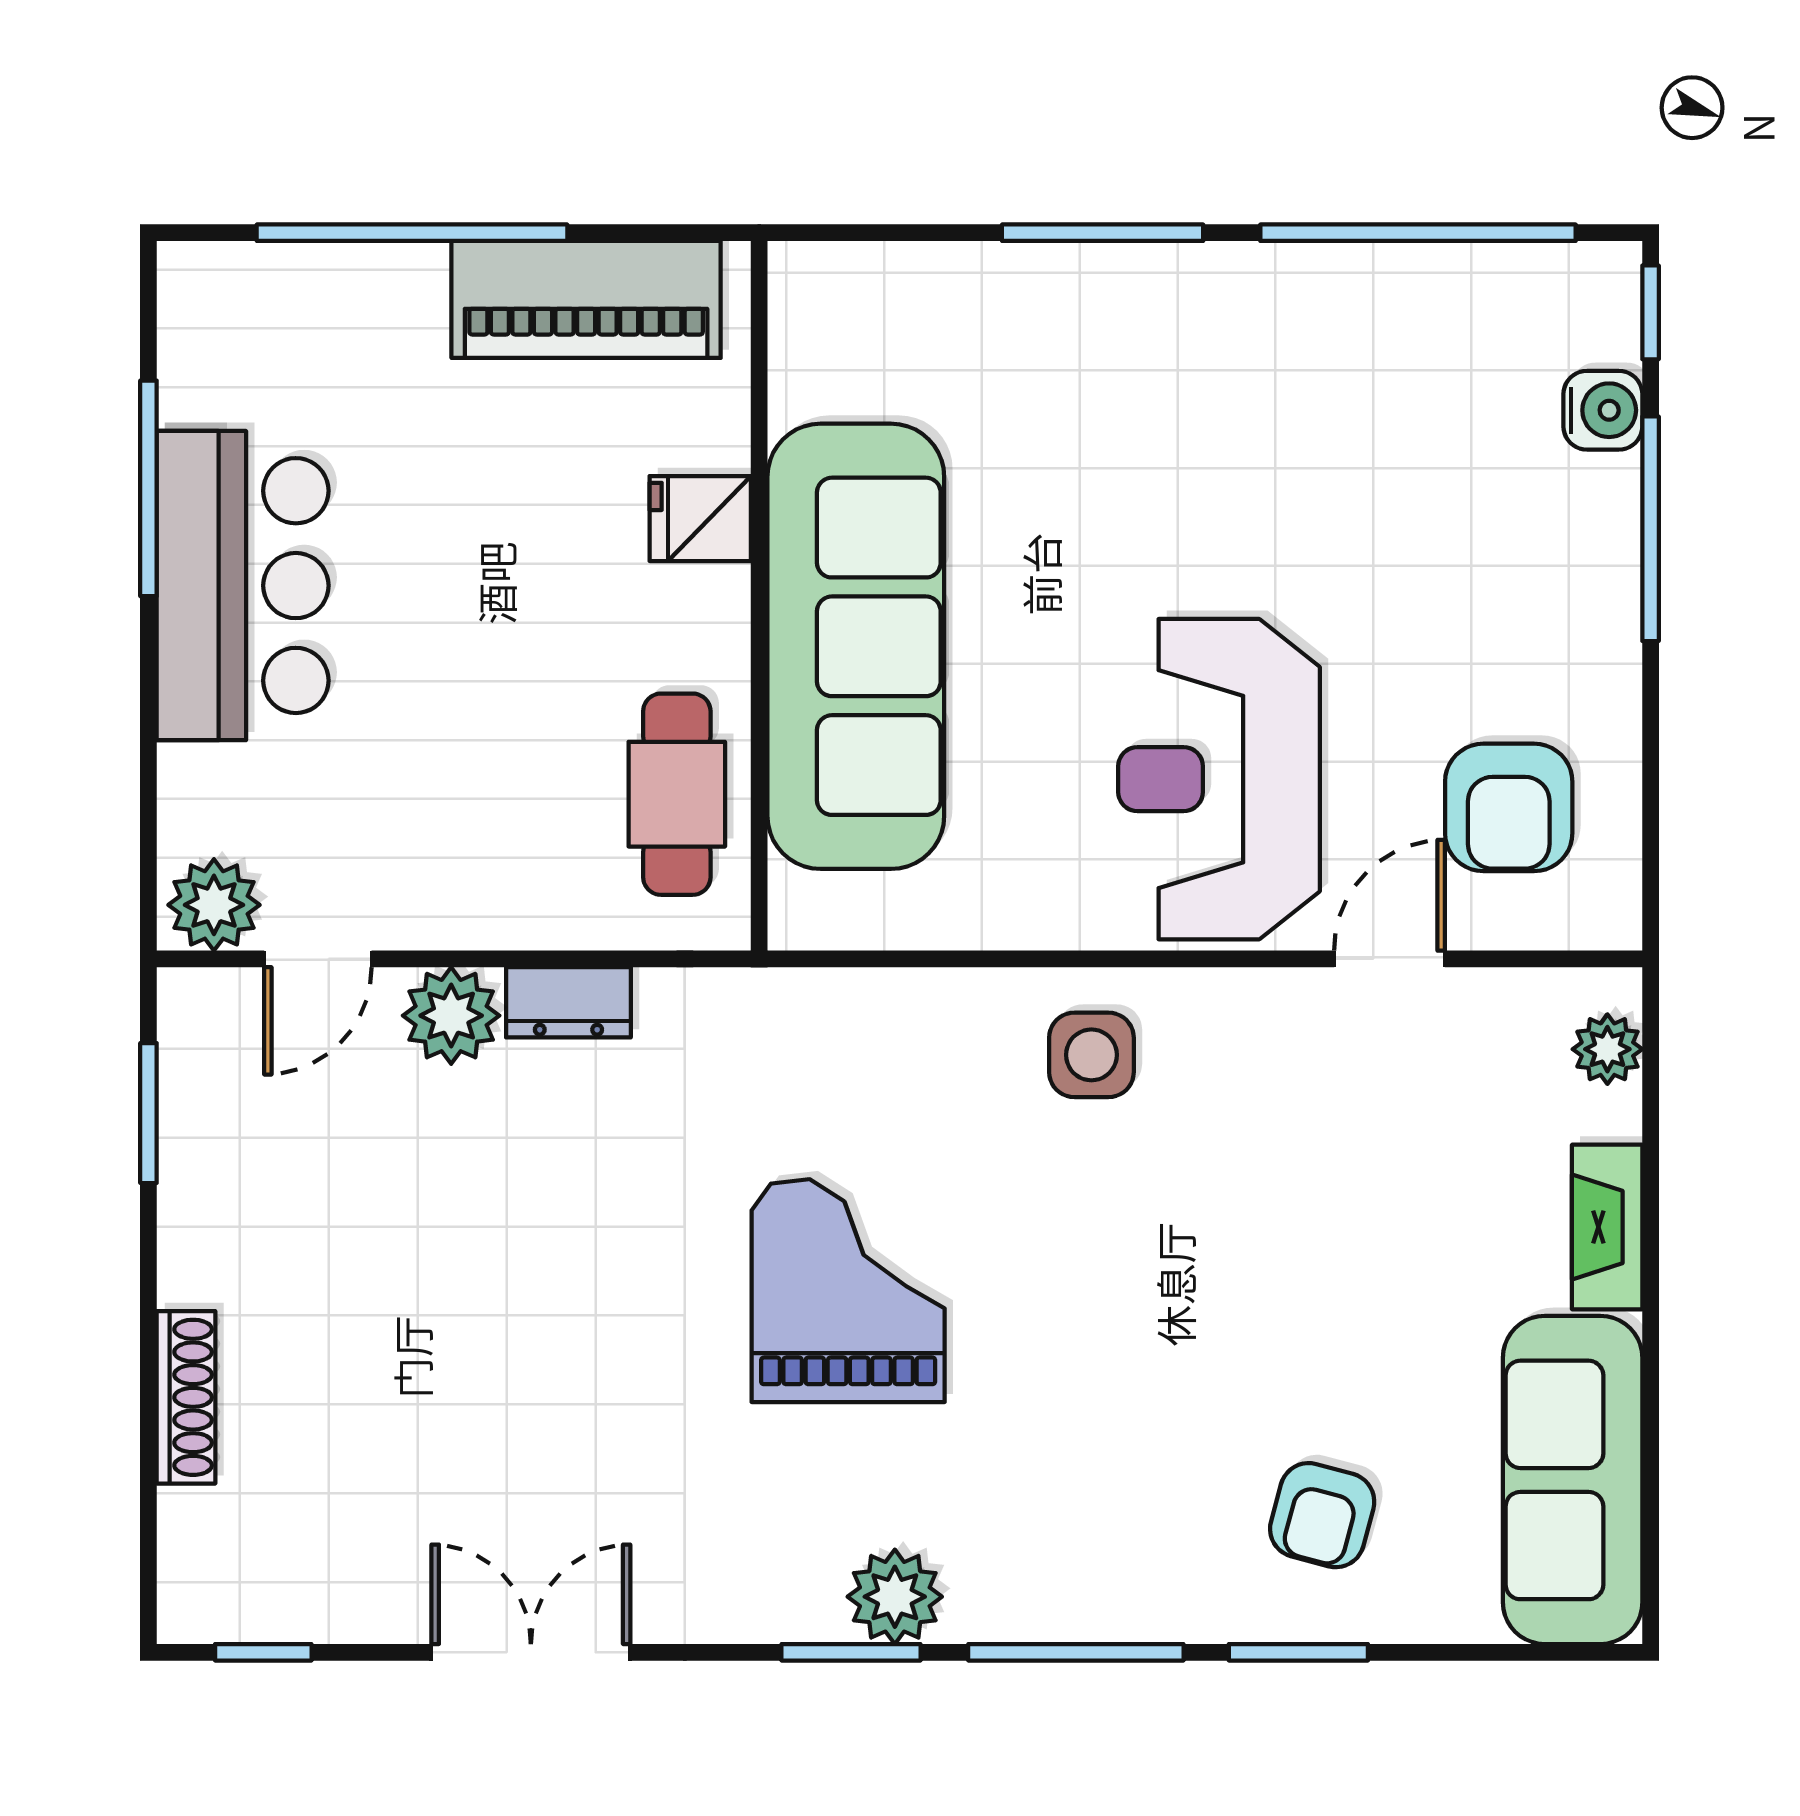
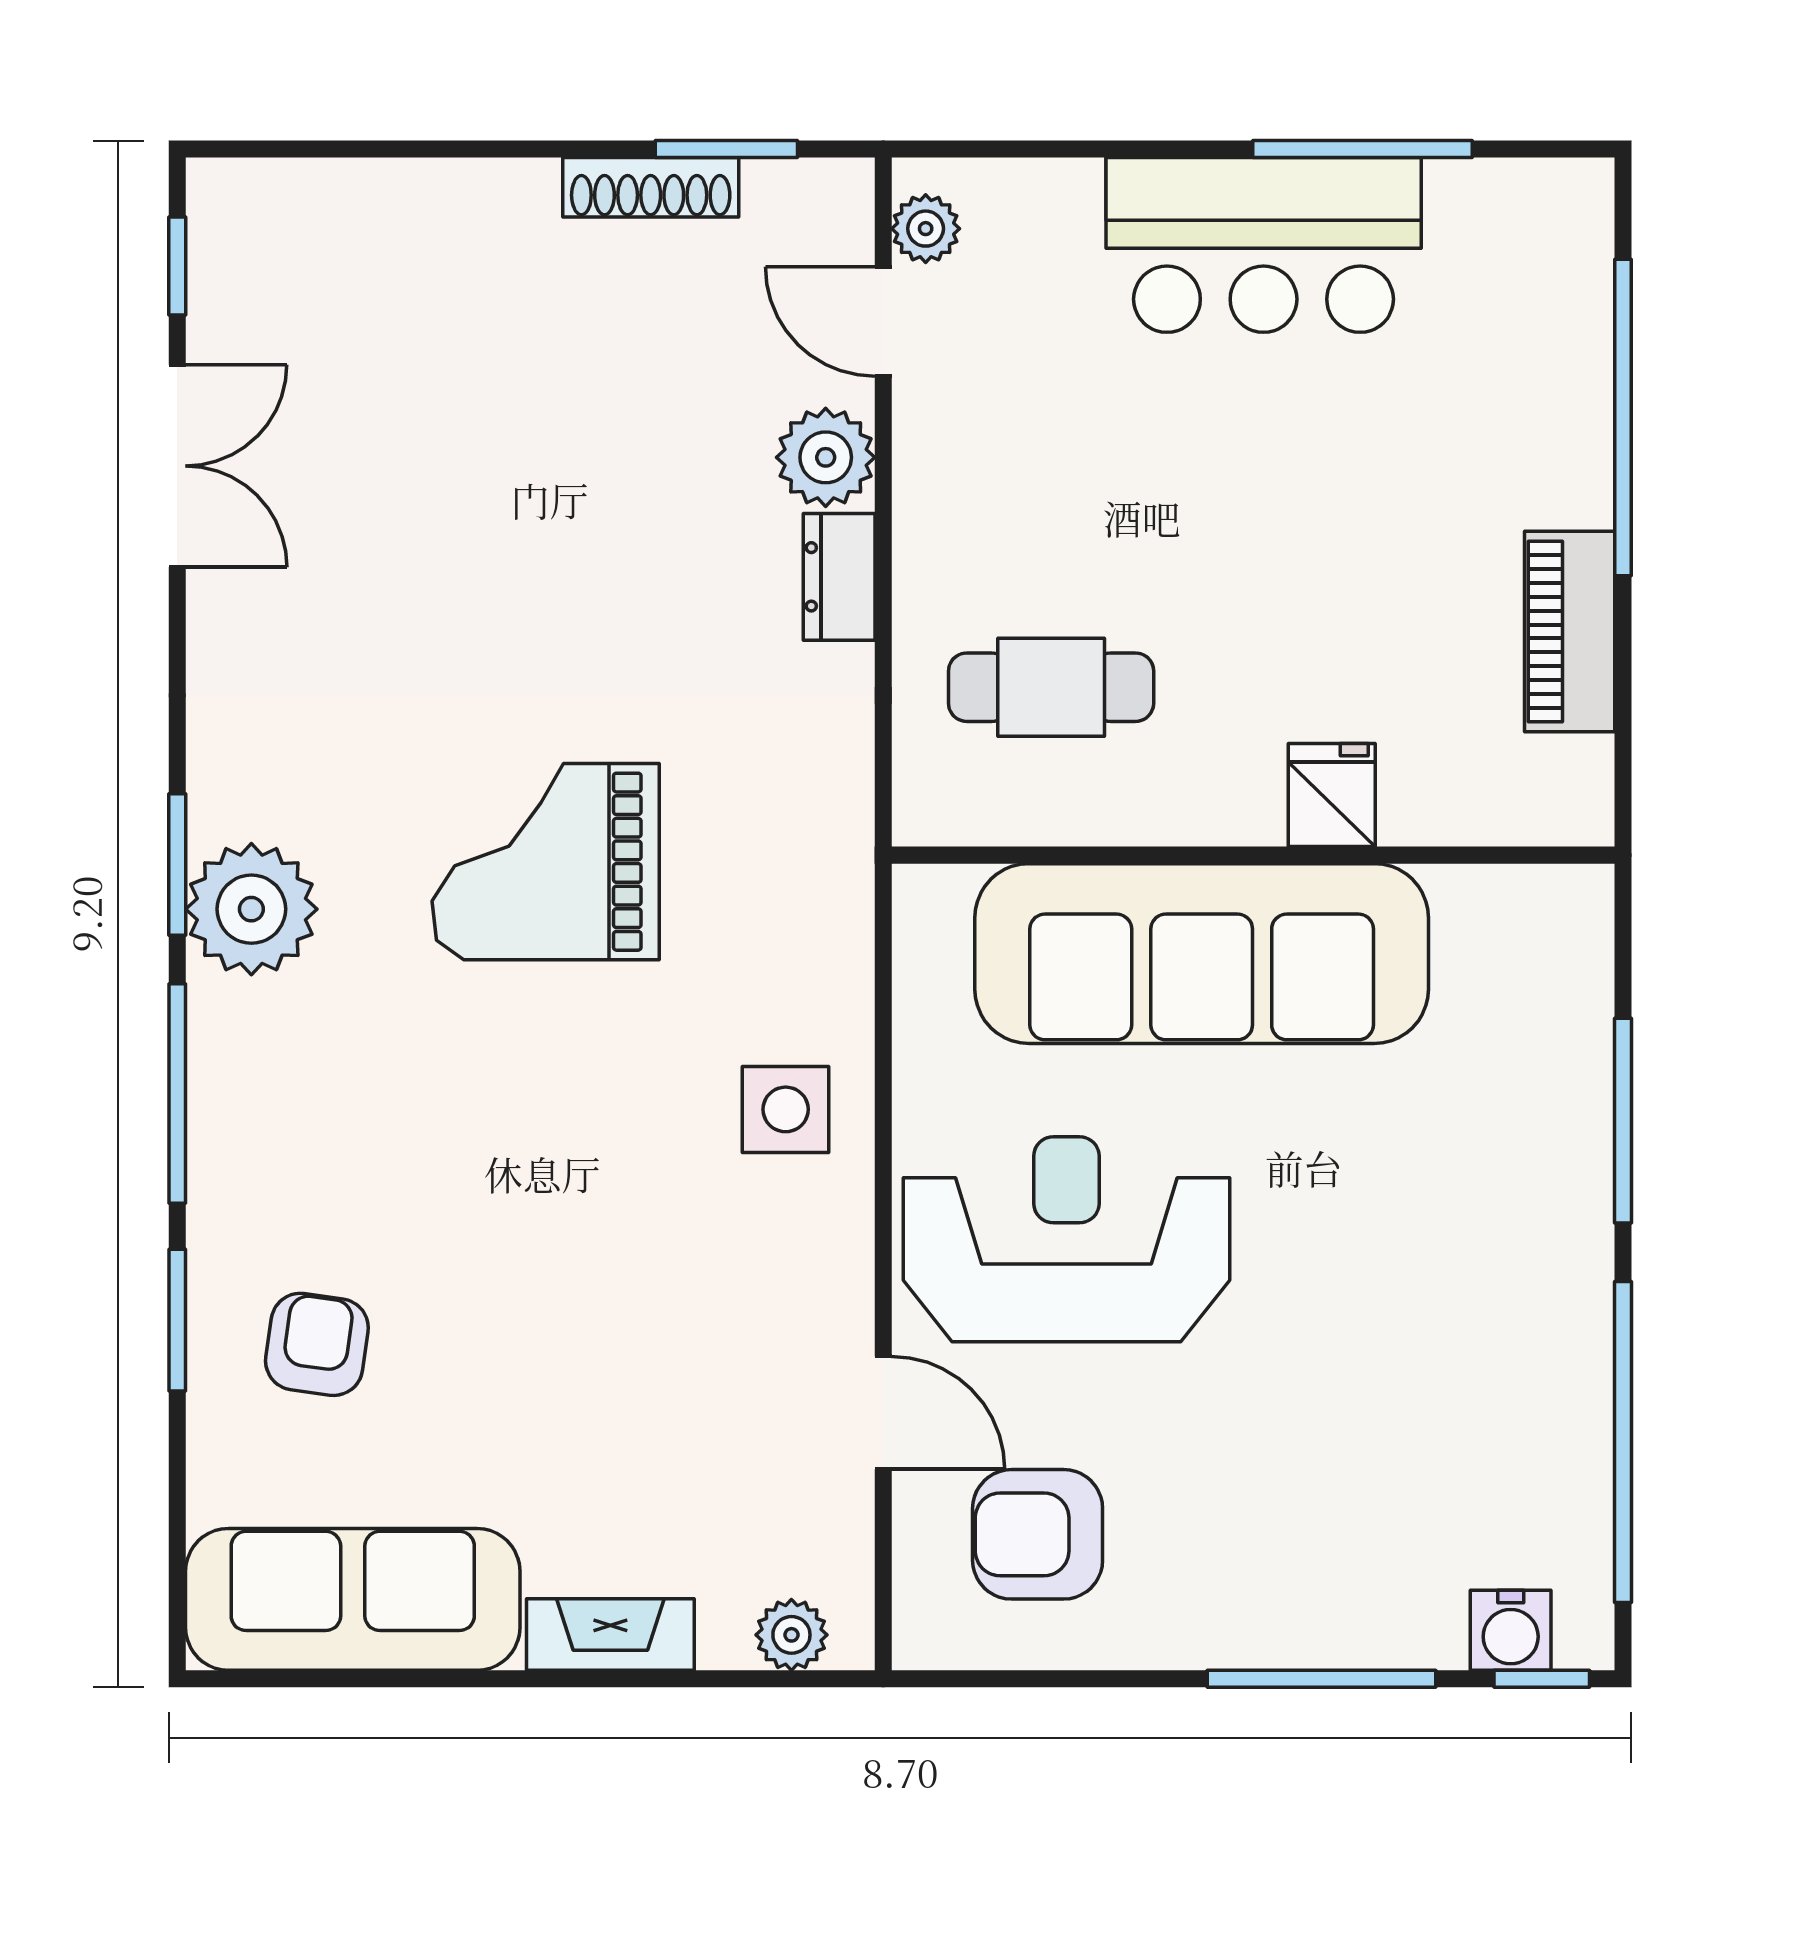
piano: (586, 299) -> (1570, 631), width x0.73, depth x0.75
water cooler: (1603, 410) -> (1511, 1630), moved
fridge: (700, 519) -> (1332, 795), moved
wall: (759, 596) -> (1253, 855), moved
sofa: (856, 646) -> (1202, 954), moved
plant: (214, 905) -> (926, 229), width x0.73, depth x0.73
grand piano: (848, 1291) -> (546, 862), turned 180
shoe rack: (186, 1397) -> (651, 187), moved
armchair: (1322, 1515) -> (317, 1344), turned 83
plant: (895, 1597) -> (251, 909), width x1.36, depth x1.36
double door: (531, 1652) -> (177, 466), moved

